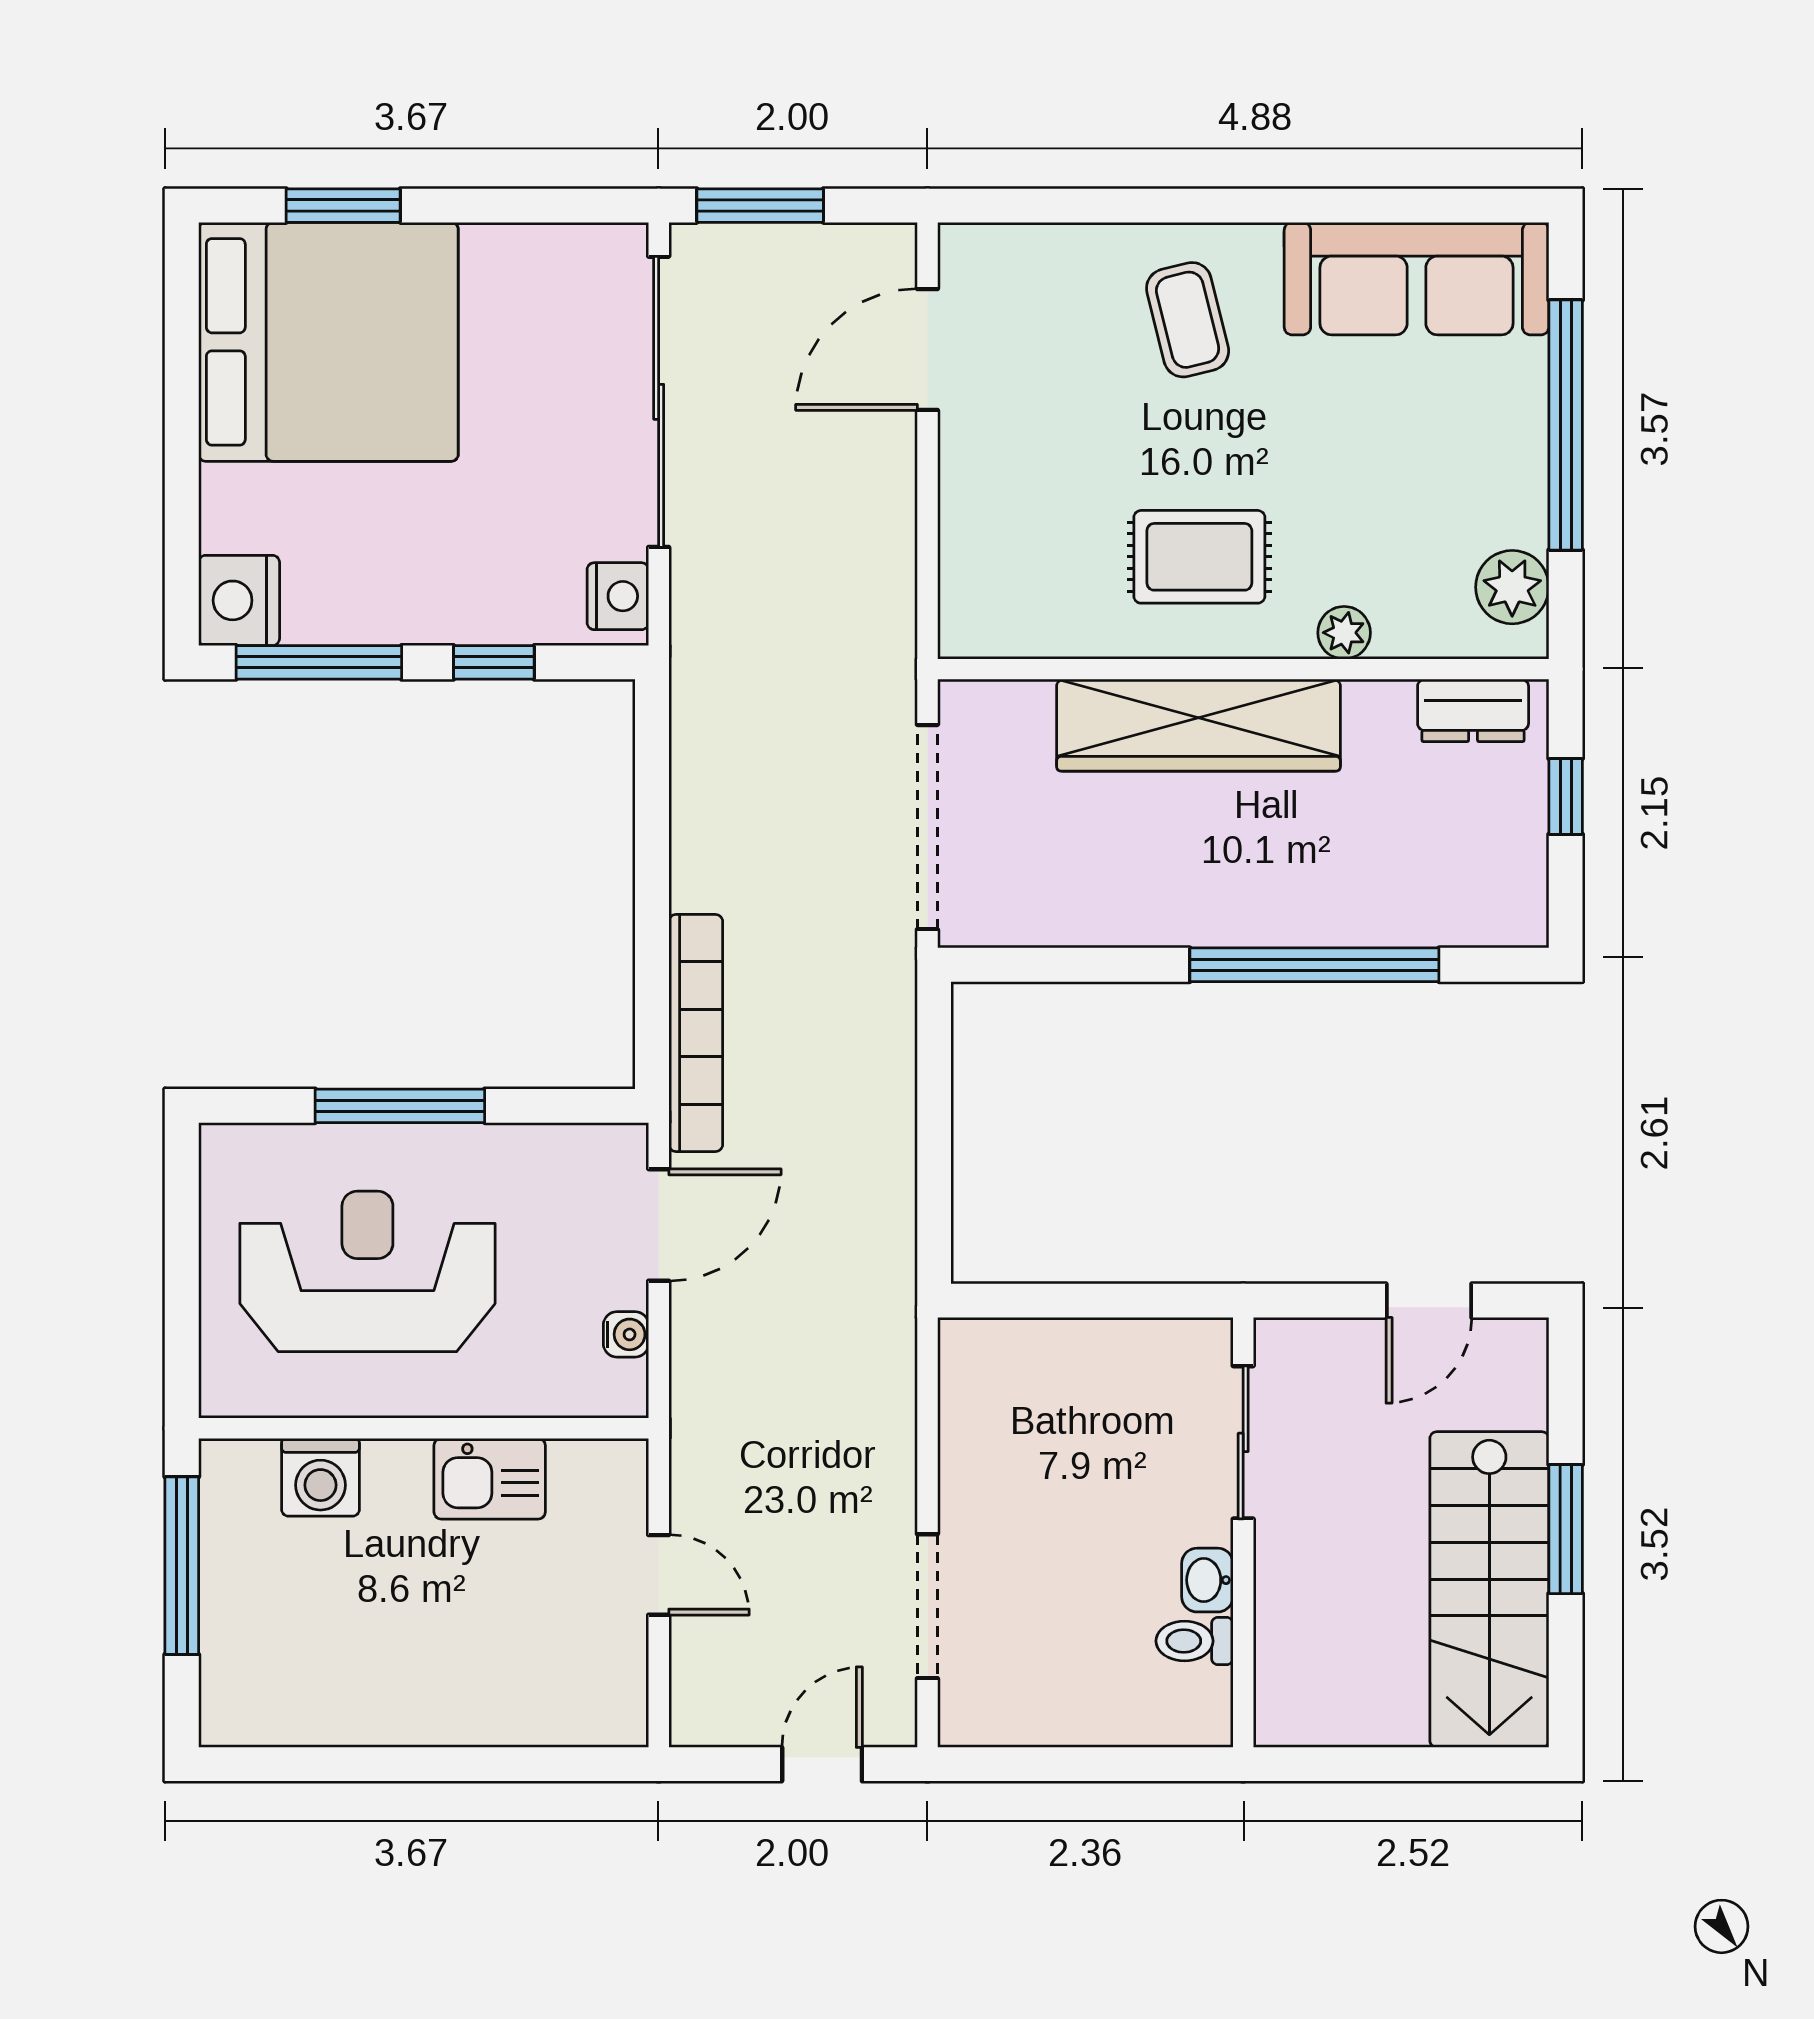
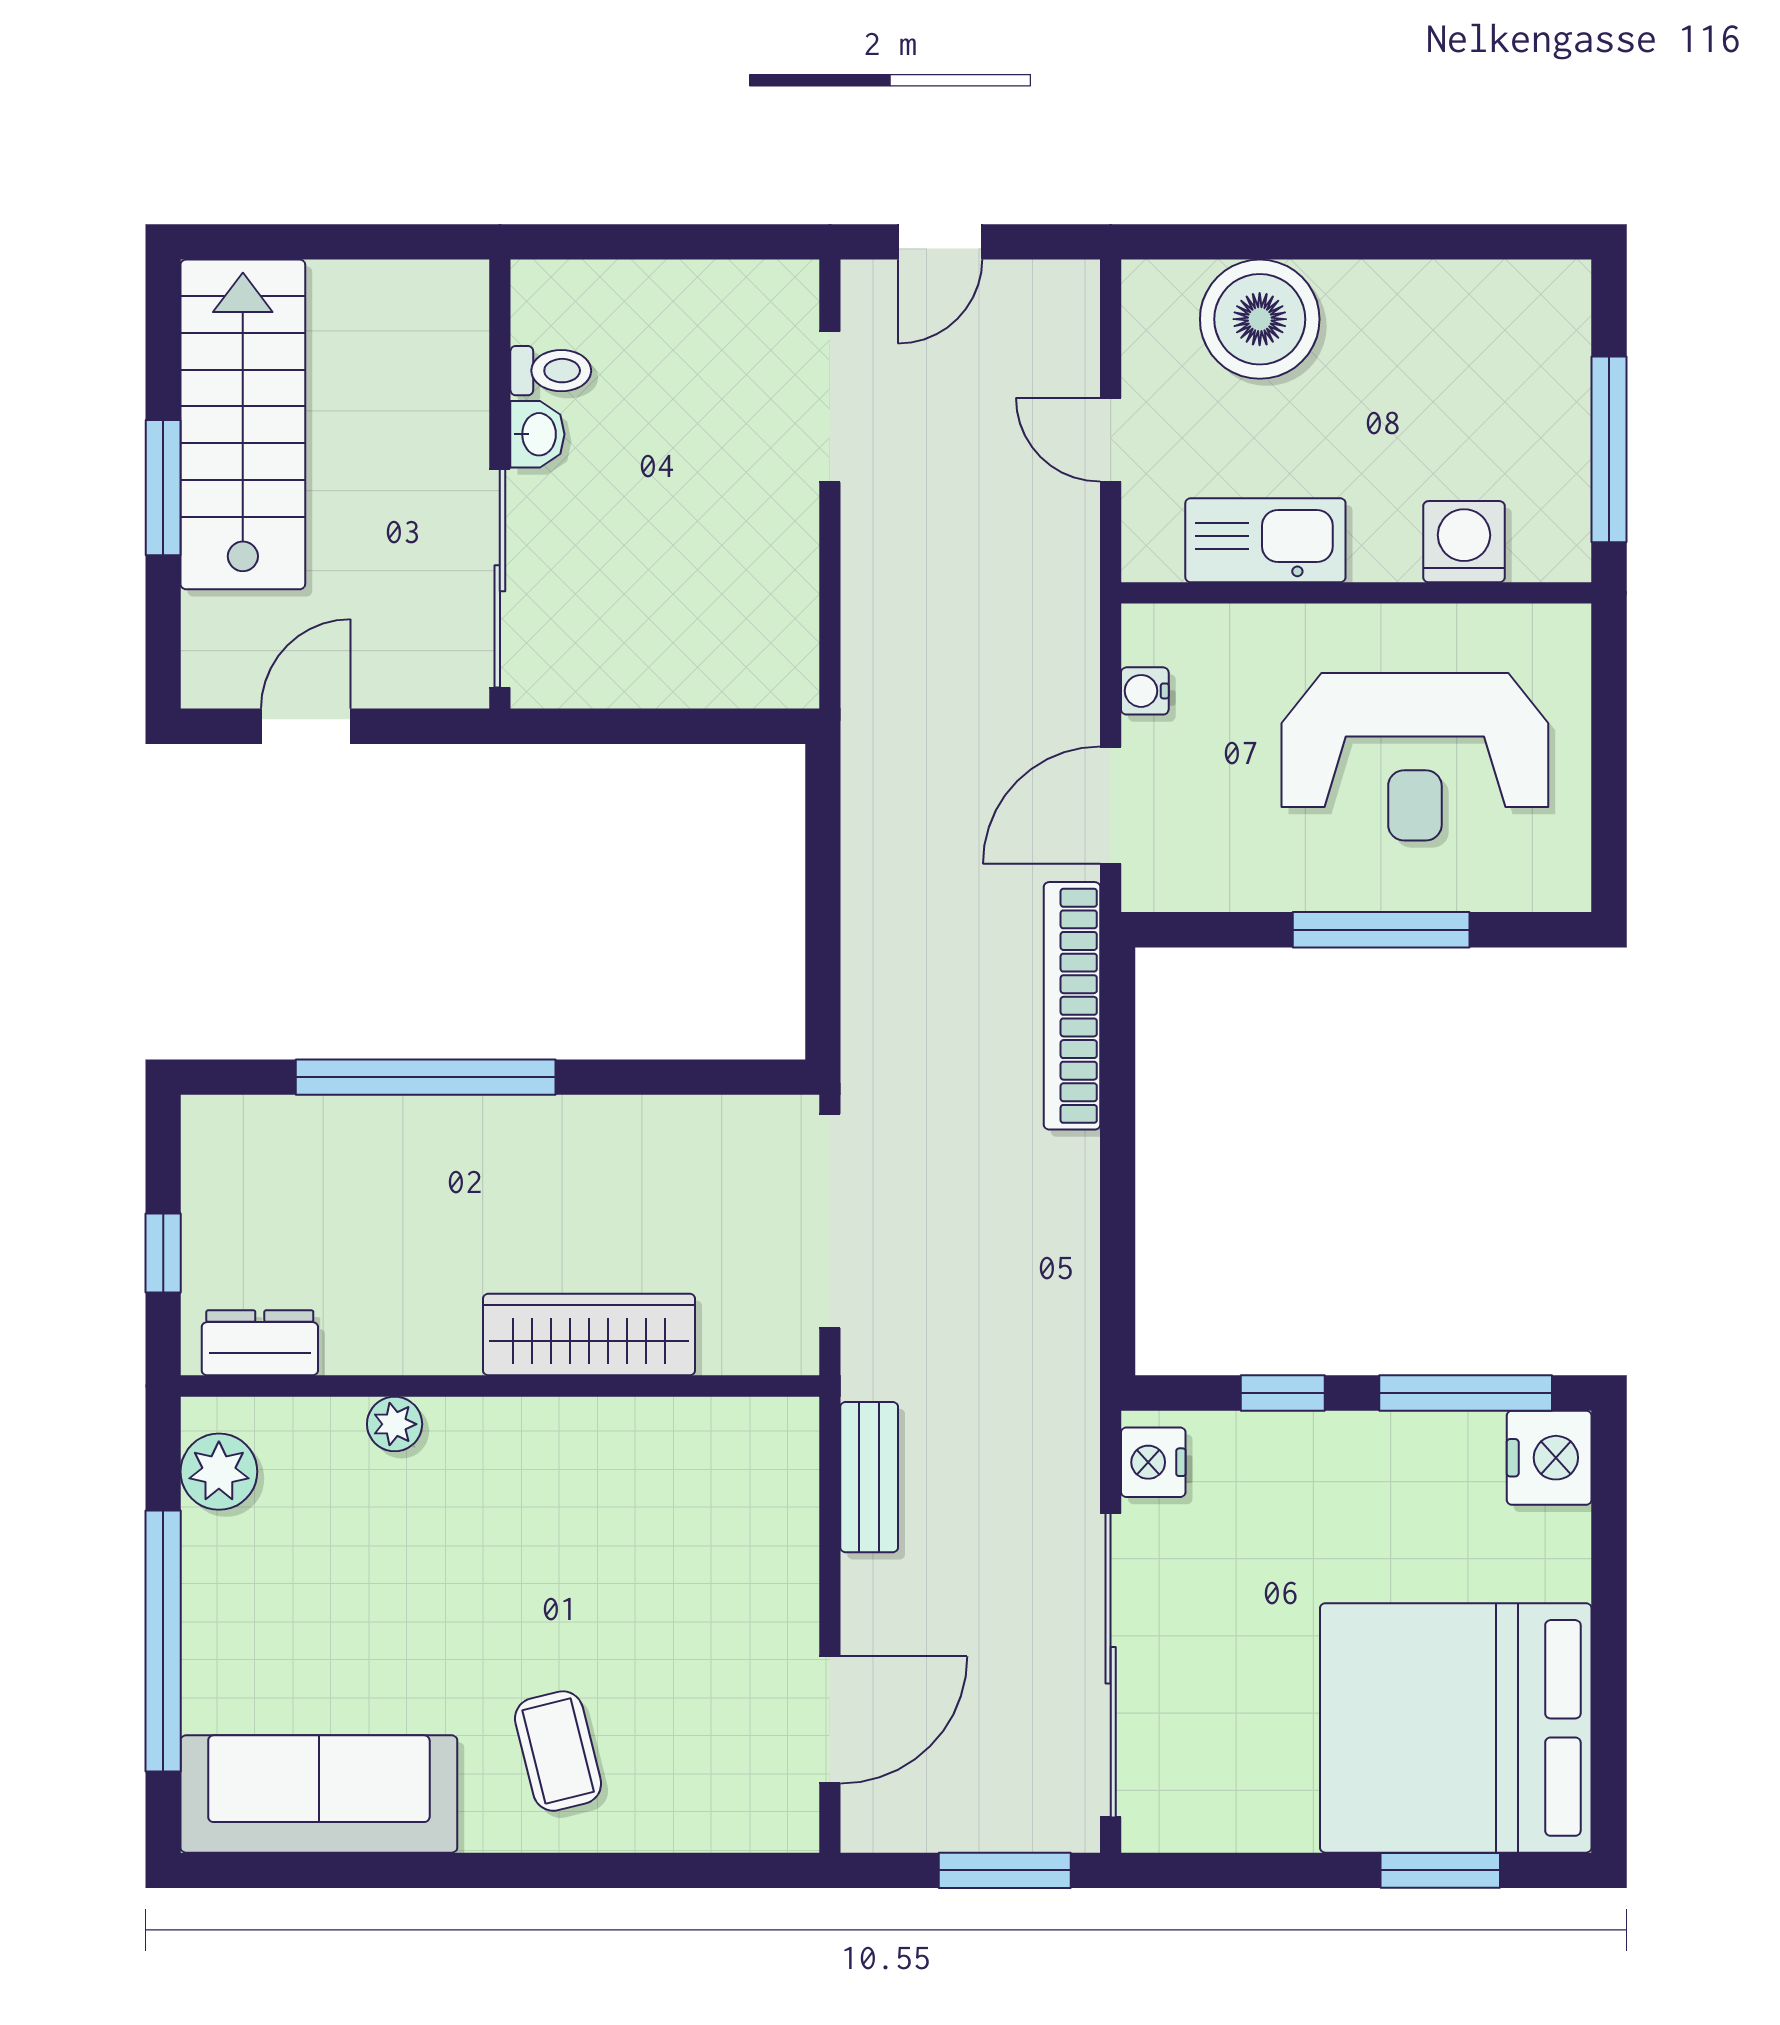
rug: (1199, 557) -> (546, 1503), removed
bench: (890, 582) -> (869, 1477), added
wardrobe: (1198, 725) -> (589, 1335), width x0.71, depth x0.85
sliding door: (1243, 1442) -> (500, 578), width x1.37
kitchen sink: (490, 1479) -> (1265, 540), width x1.38
boiler: (516, 1690) -> (1260, 319), added

